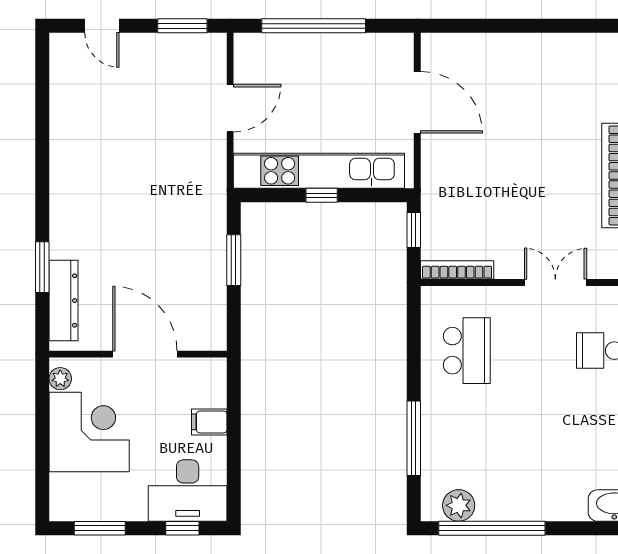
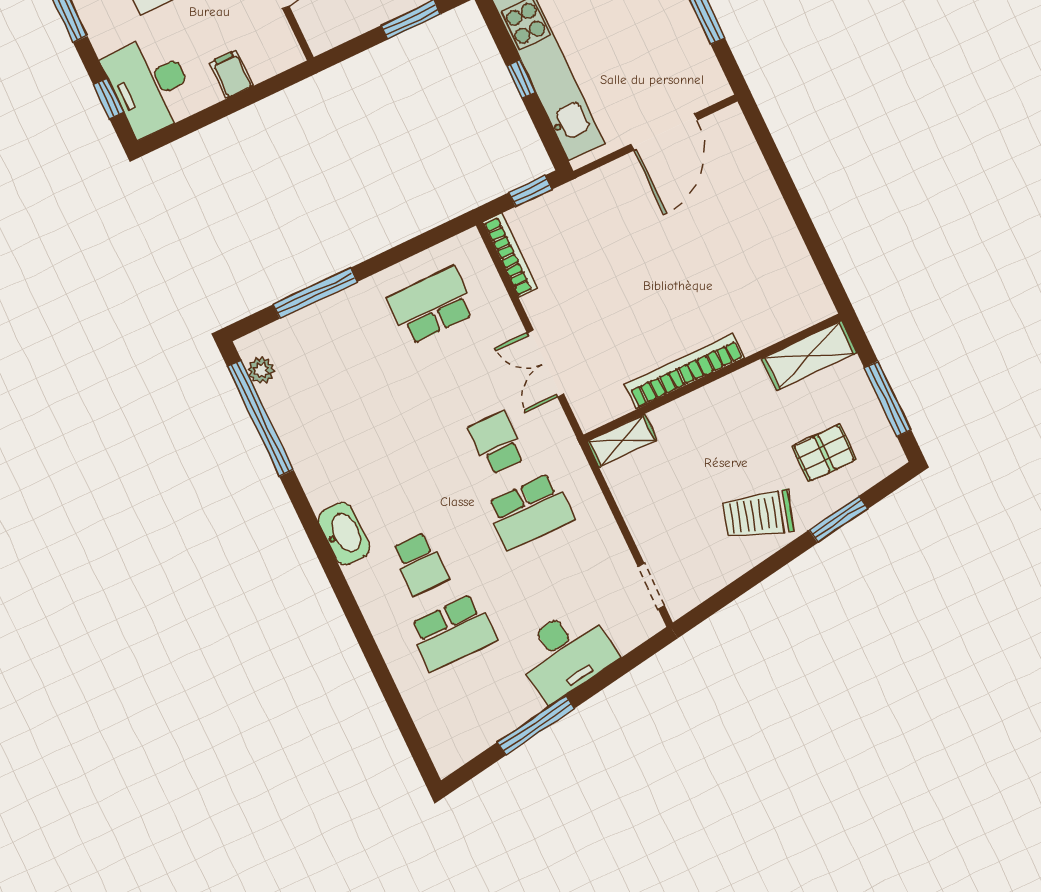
double door: (555, 283) -> (546, 363), swing flipped
school desk: (467, 351) -> (432, 305), turned 180
plant: (459, 505) -> (261, 370), width x0.73, depth x0.73

